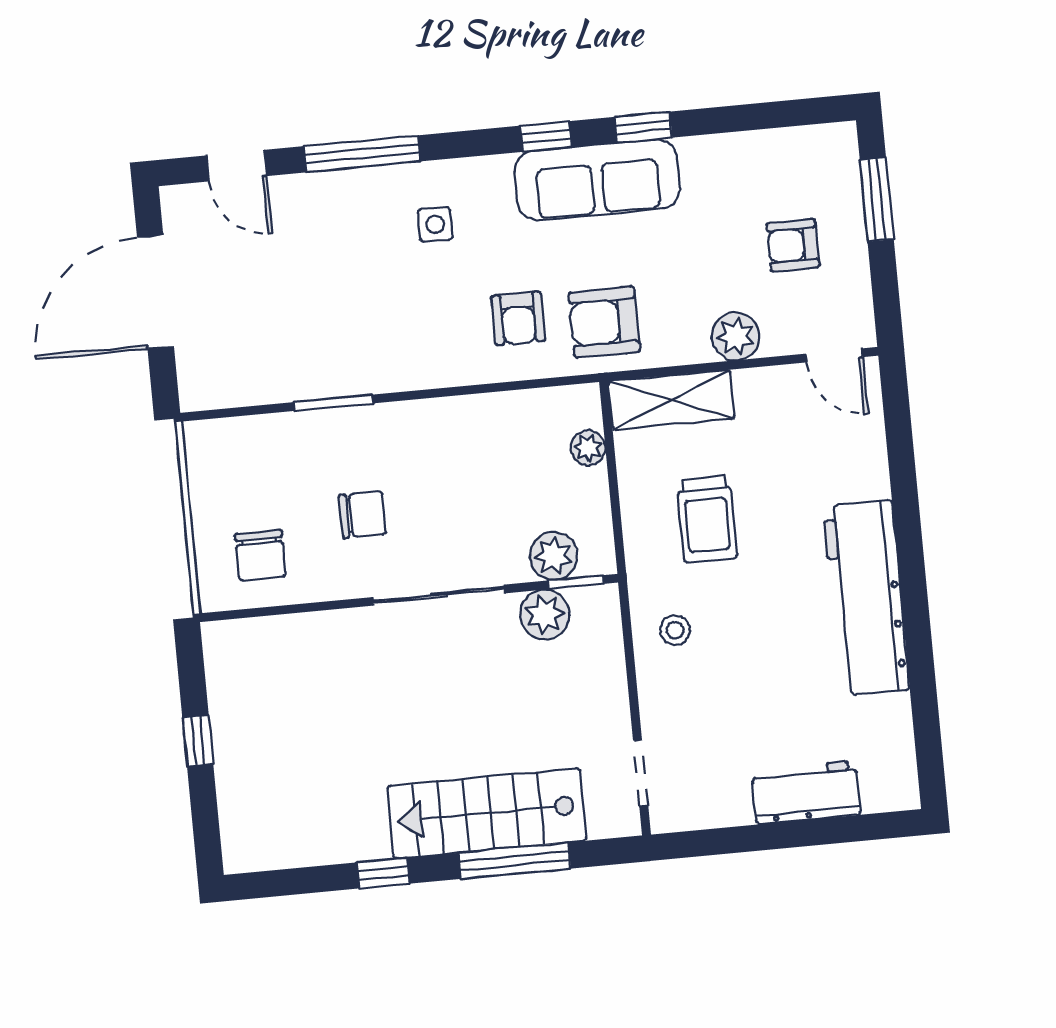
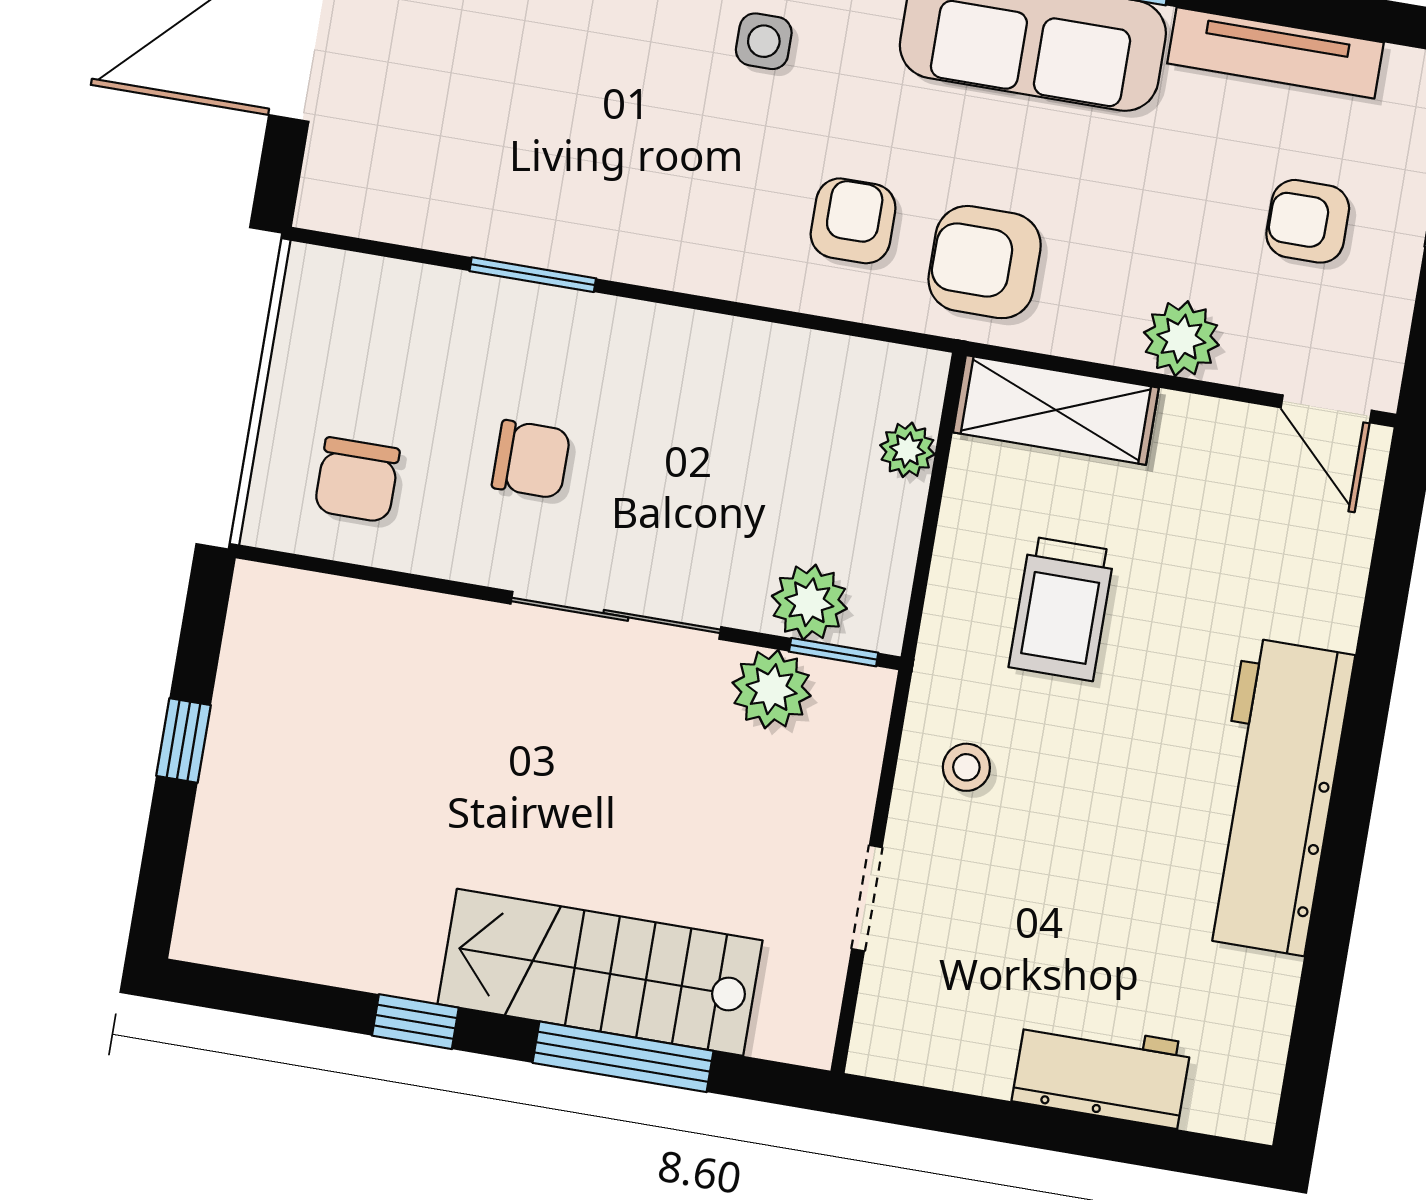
tv unit: (746, 149) -> (1275, 53), added
armchair: (518, 318) -> (853, 221), turned 180
doorway: (641, 773) -> (867, 898), moved

